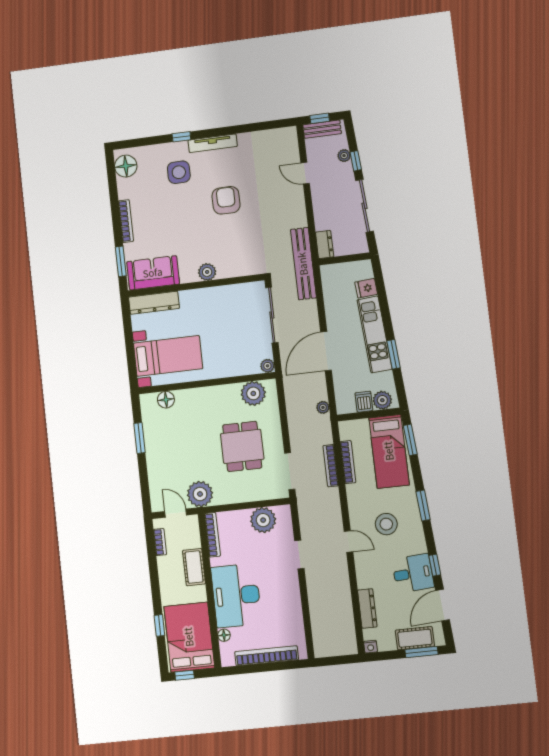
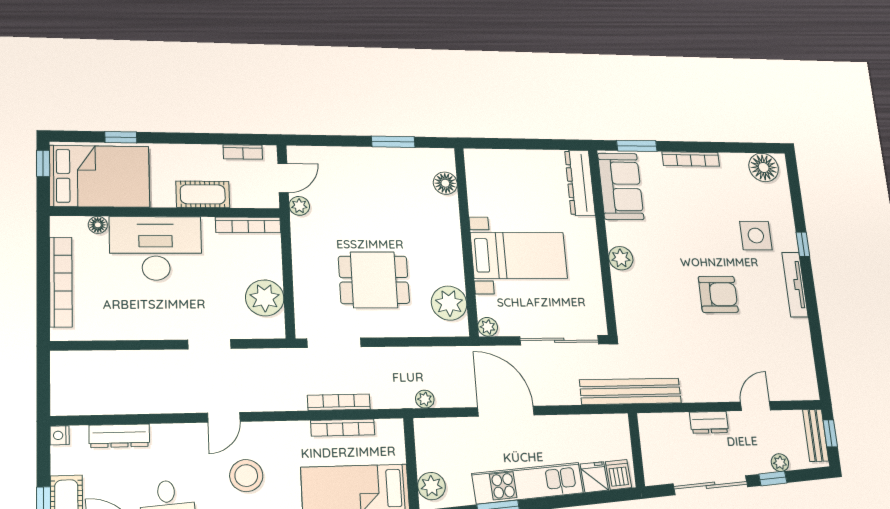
dresser: (325, 245) -> (709, 422), moved
bed with nightstands: (168, 356) -> (519, 255), moved, turned -90
dishwasher: (364, 402) -> (618, 475), moved, turned -94
plant: (200, 494) -> (299, 206), width x0.53, depth x0.53

